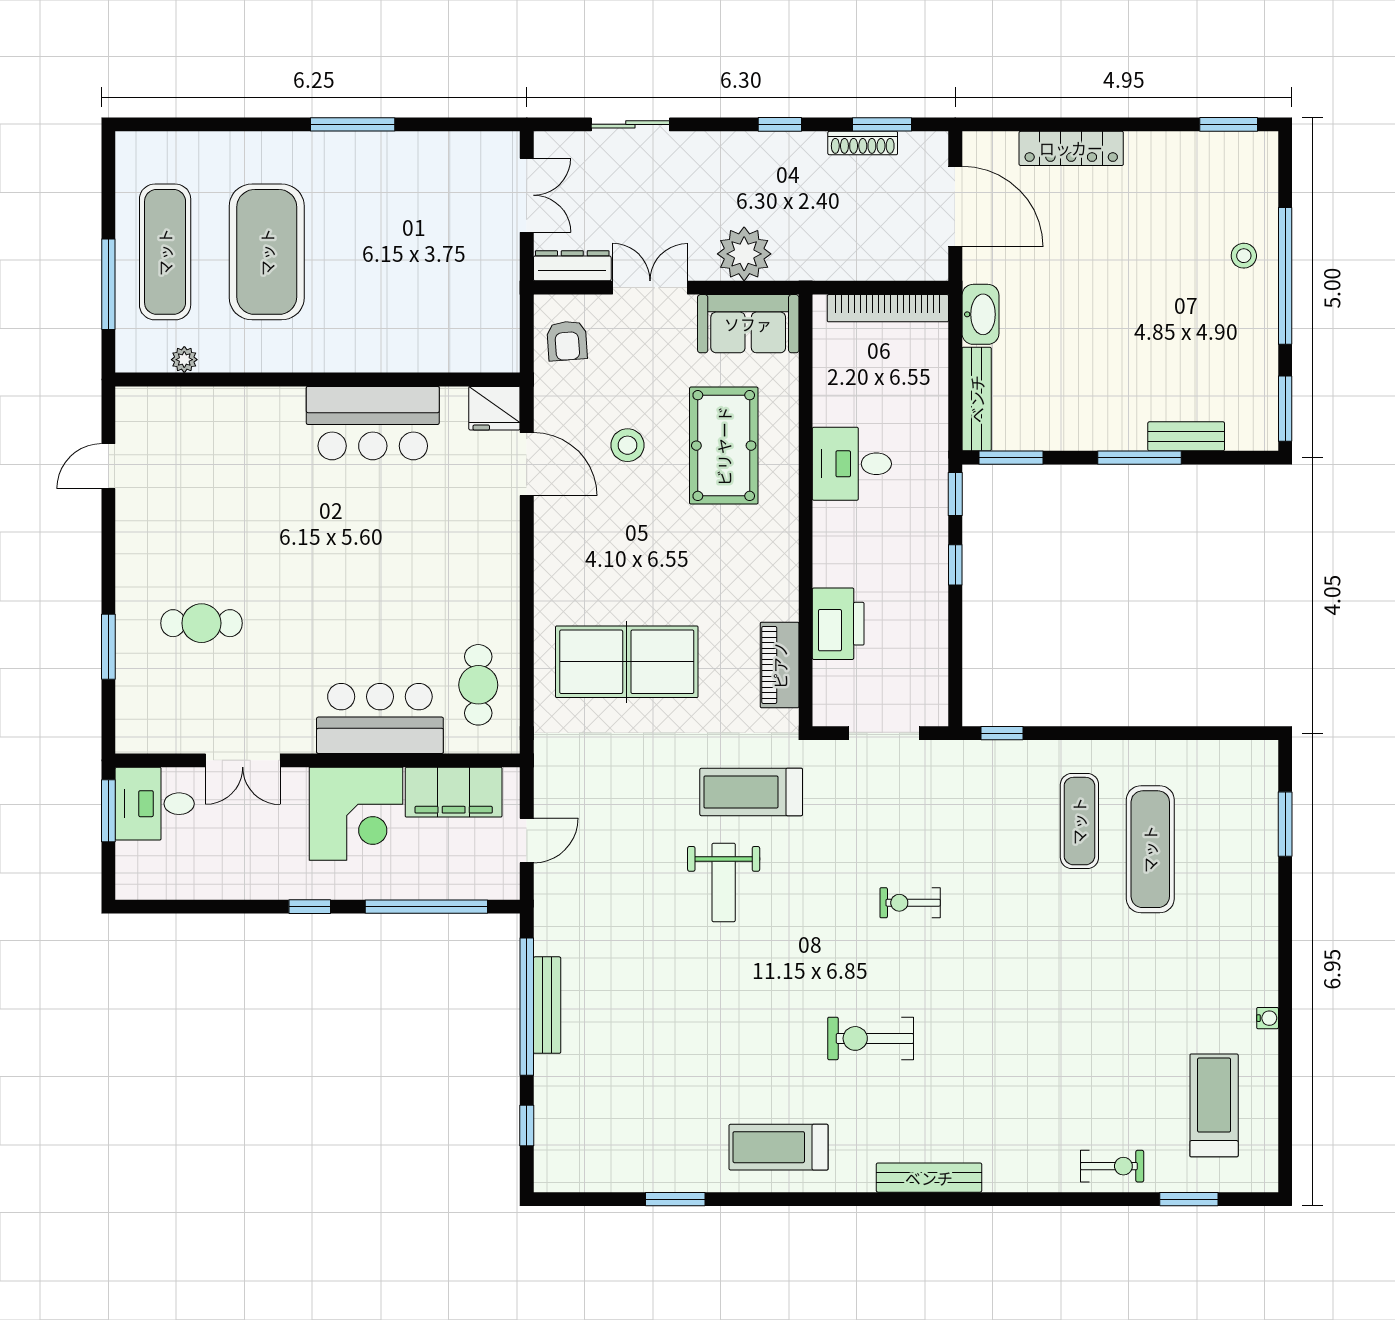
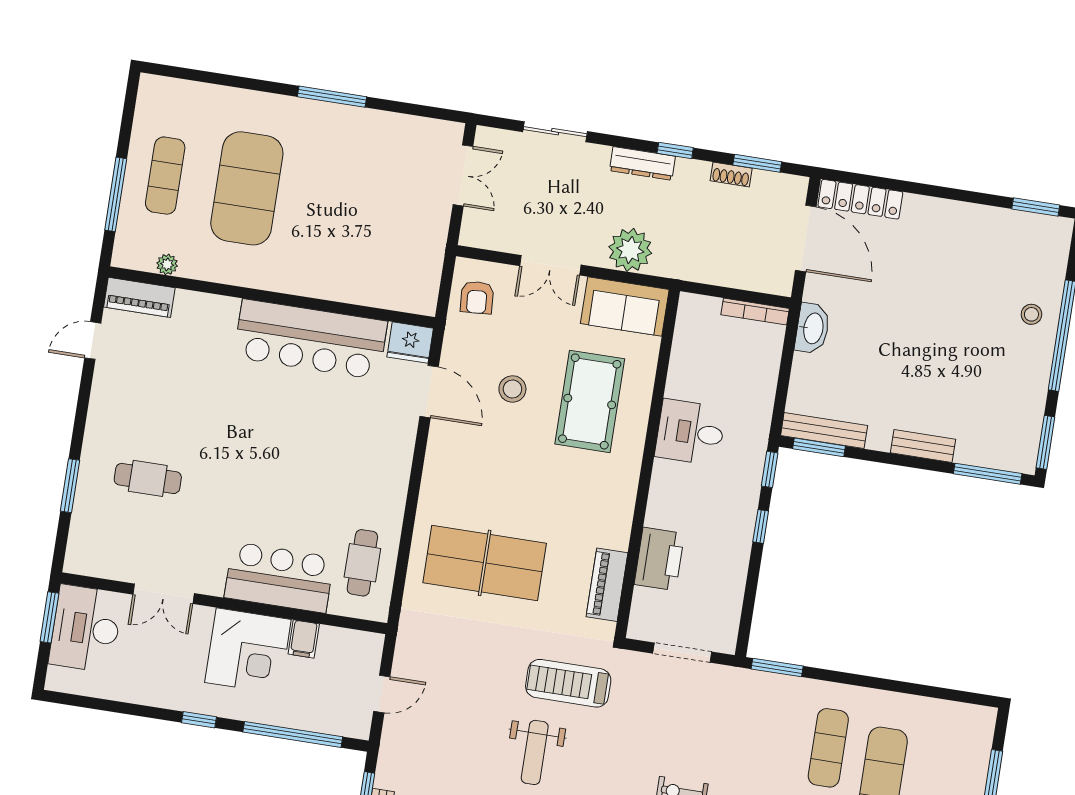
shoe rack: (863, 143) -> (731, 175), width x0.70
locker: (1071, 148) -> (860, 199), moved
exercise mat: (165, 252) -> (165, 176), width x0.73, depth x0.69
dresser: (572, 266) -> (642, 163), moved, turned 180
double door: (650, 288) -> (550, 265), swing flipped
bookcase: (888, 308) -> (755, 312), width x0.68, depth x0.76
bench: (977, 399) -> (824, 431), moved, turned 90
piano: (157, 405) -> (139, 297), added
bar counter: (373, 423) -> (311, 339), width x1.36
bench: (1186, 436) -> (923, 446), moved
window: (1139, 458) -> (988, 474), moved
window: (1002, 733) -> (777, 668), width x1.50
filing cabinet: (454, 792) -> (304, 639), width x0.33, depth x0.86
desk: (155, 804) -> (86, 628), width x1.37

